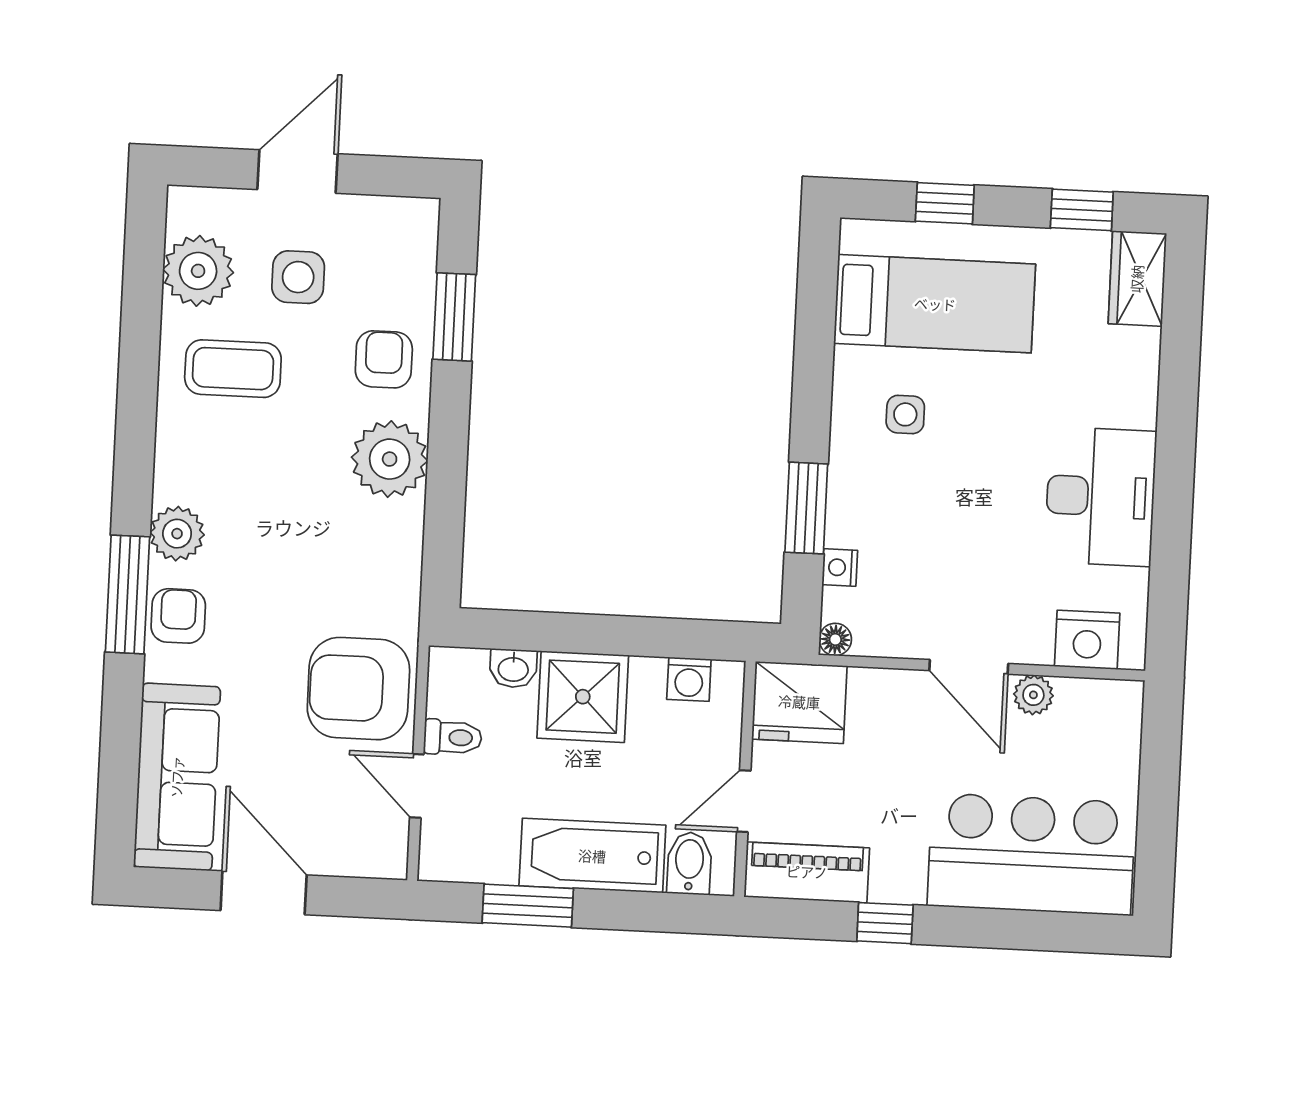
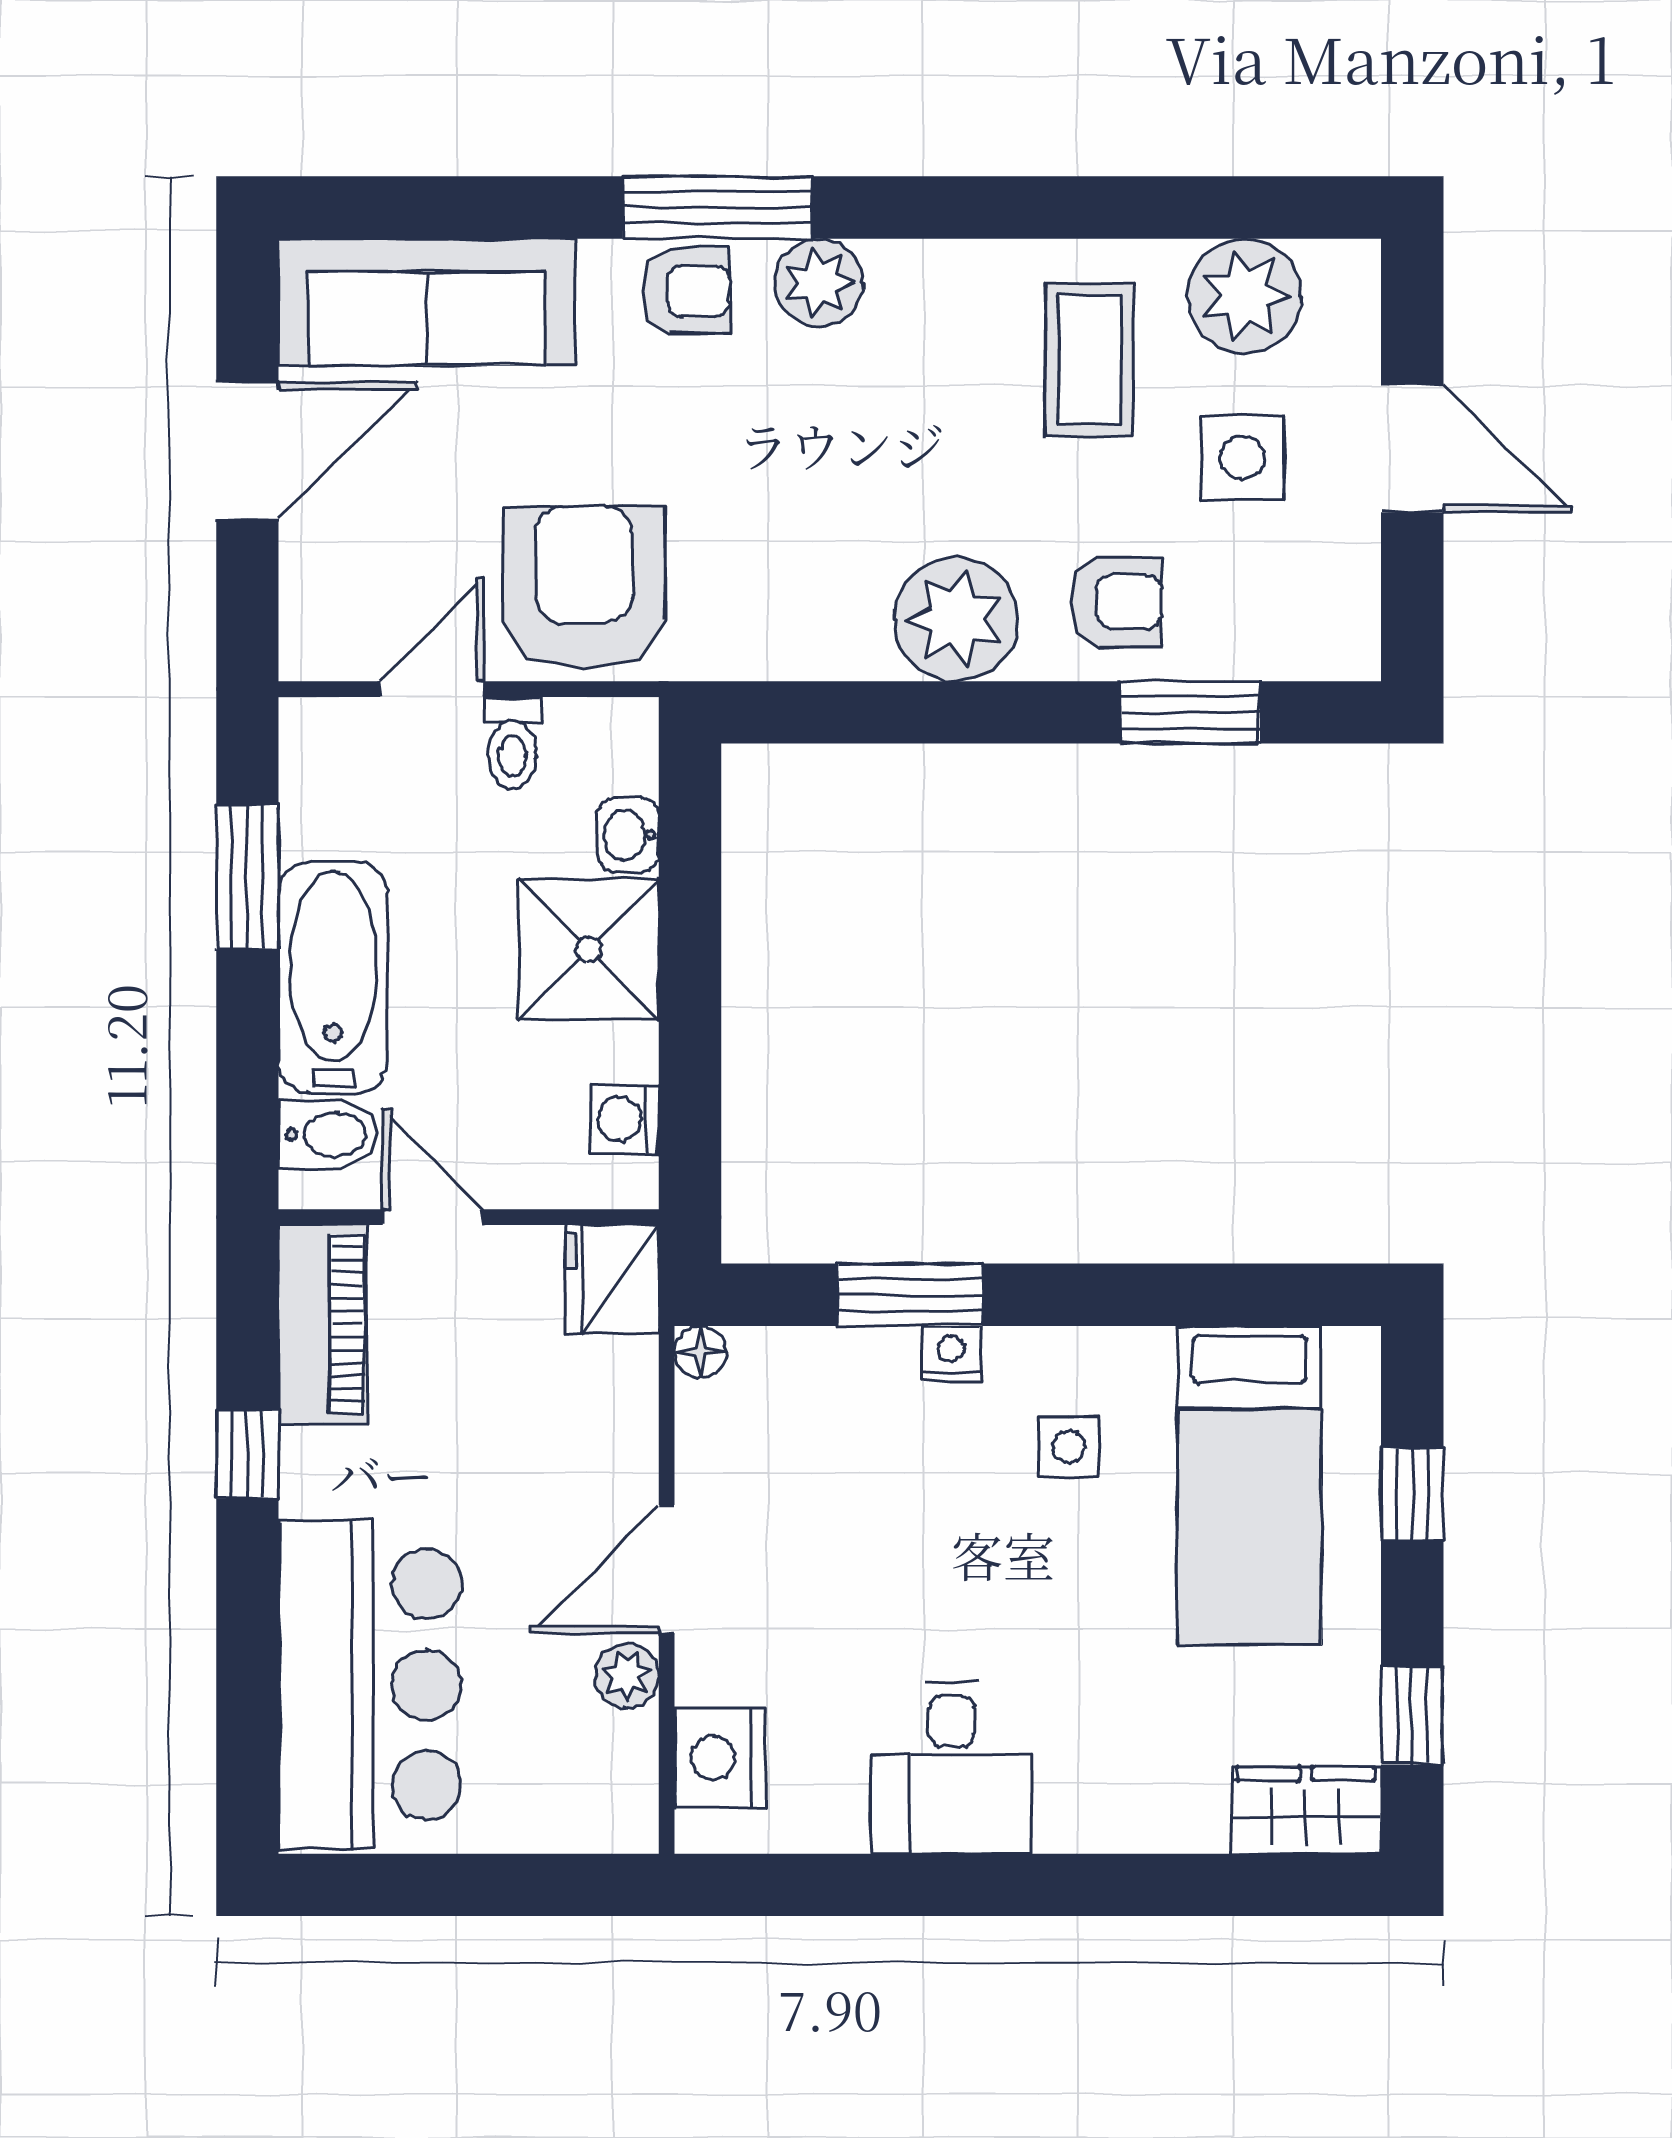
desk: (1100, 496) -> (952, 1768), width x0.73
nightstand: (840, 567) -> (951, 1353), moved
fridge: (799, 702) -> (612, 1279), width x0.73, depth x0.75

